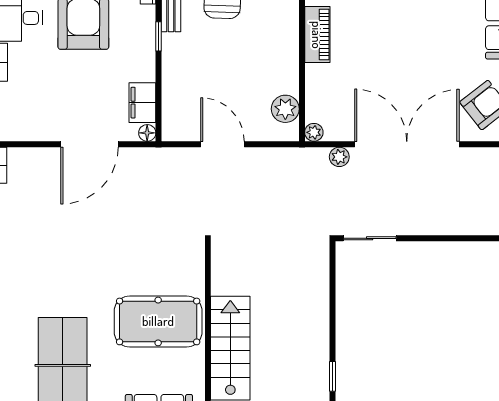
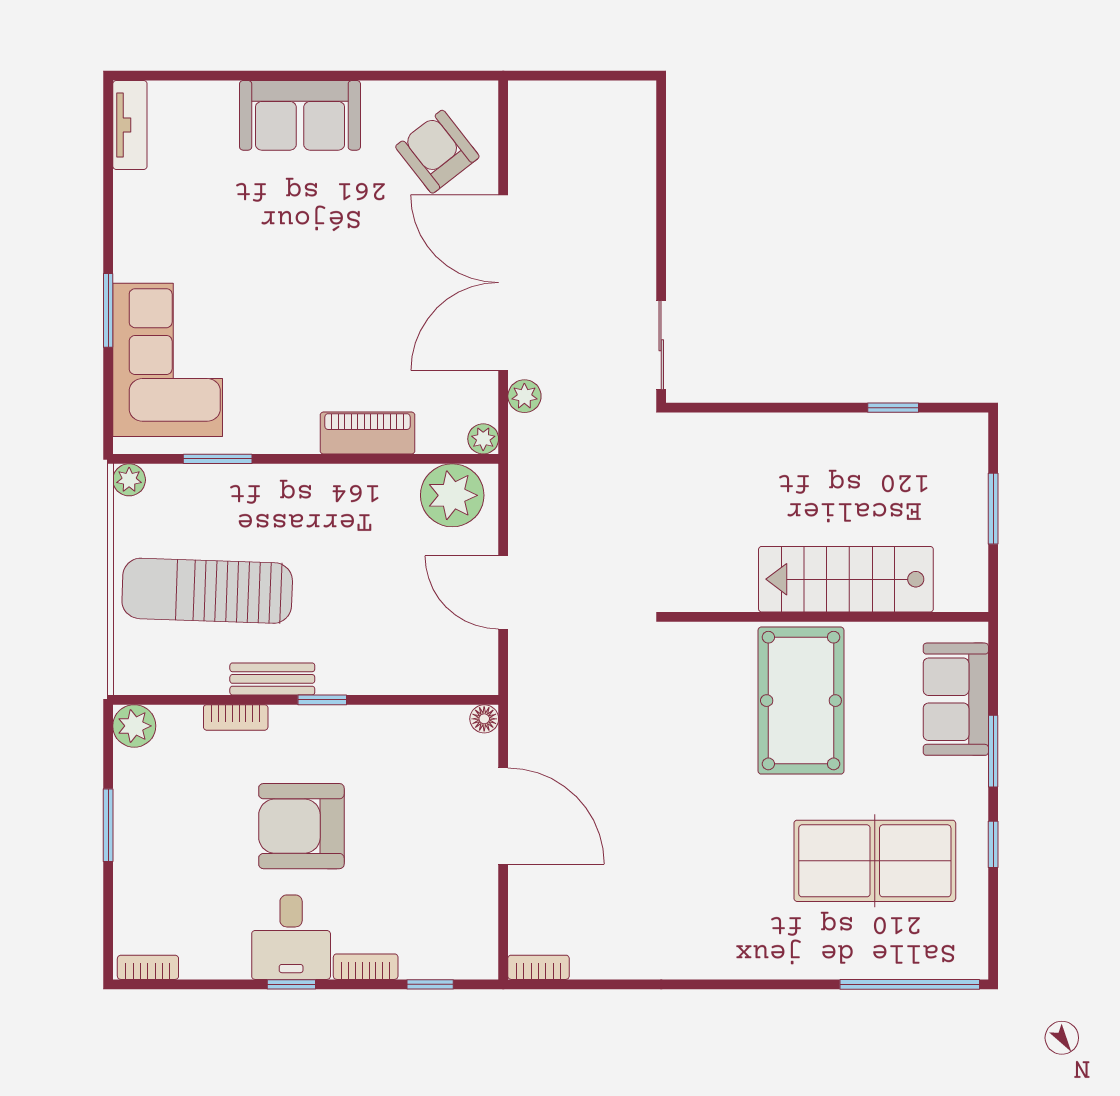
piano: (317, 35) -> (367, 433), moved
filing cabinet: (142, 103) -> (433, 727), removed
plant: (285, 109) -> (452, 495), width x1.36, depth x1.36
door: (222, 144) -> (503, 592), hinge flipped

